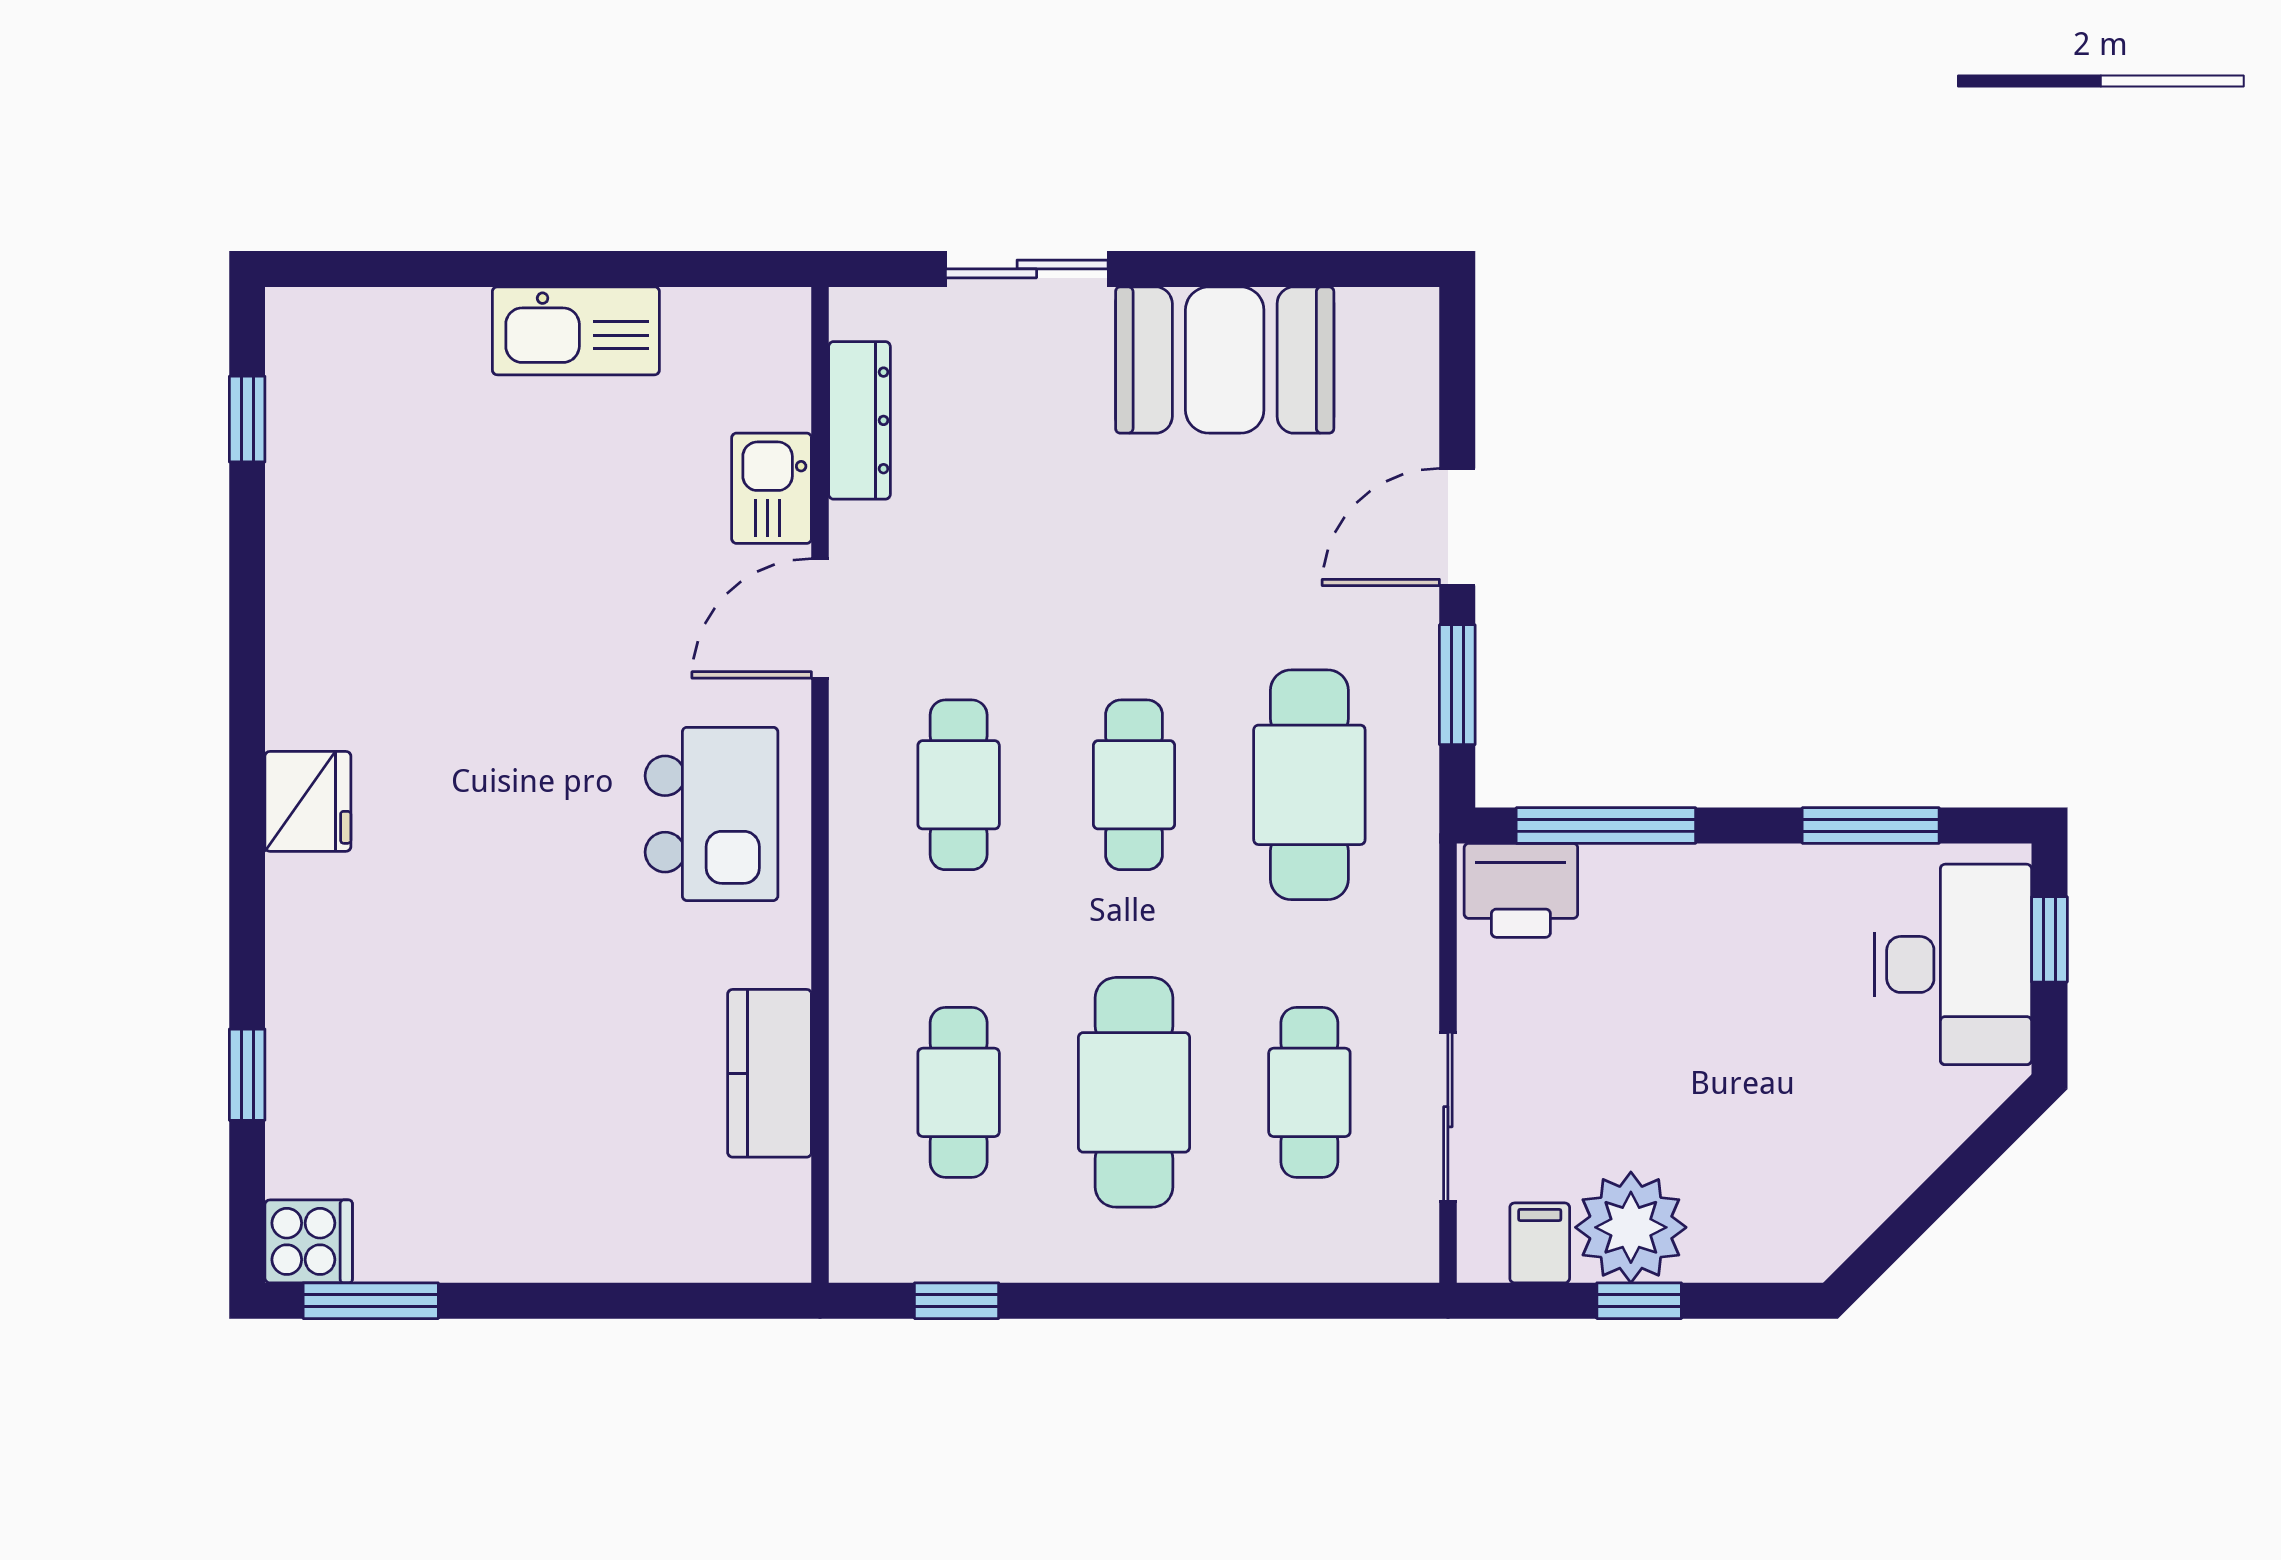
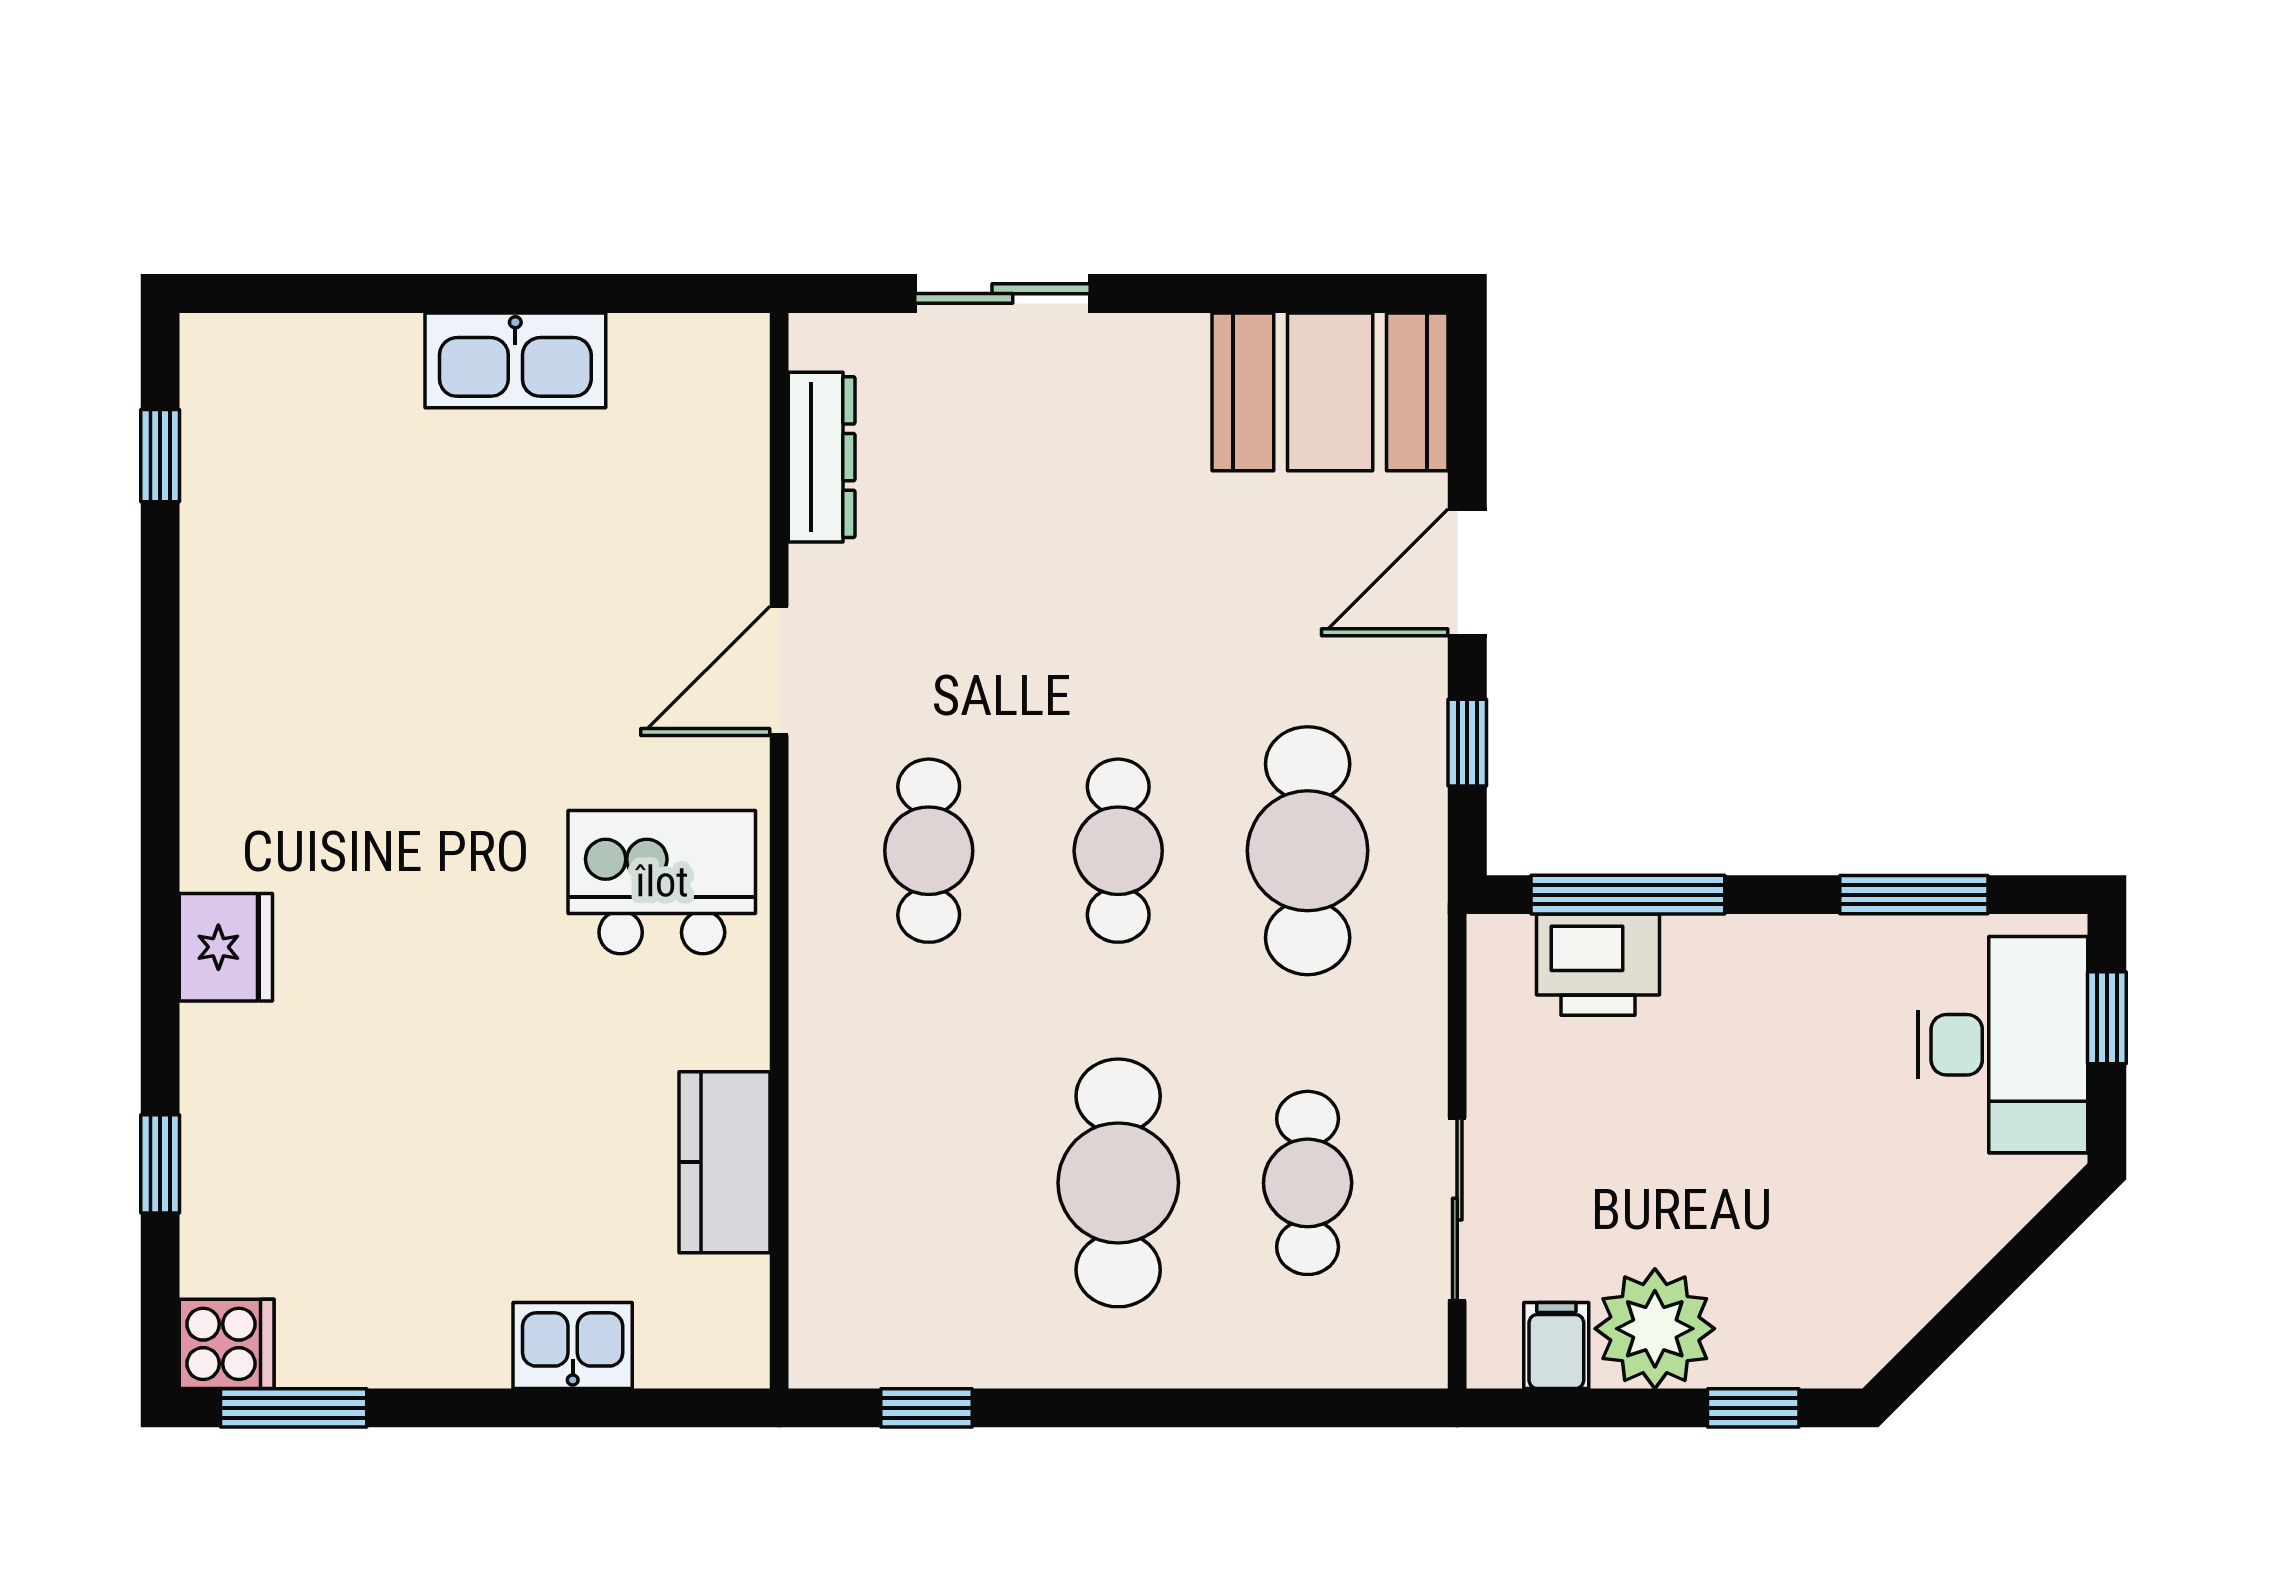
booth: (1225, 360) -> (1330, 392), moved
kitchen sink: (772, 488) -> (573, 1345), moved, turned 90
window: (1457, 685) -> (1467, 743), width x0.67
fridge: (308, 801) -> (226, 947), moved
kitchen island: (712, 814) -> (662, 882), turned -90
printer: (1521, 890) -> (1598, 965), moved
cafe table: (959, 1092) -> (929, 1183), removed
window: (1639, 1301) -> (1753, 1408), moved

